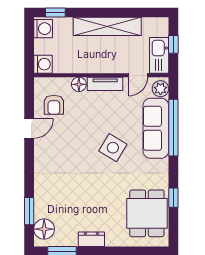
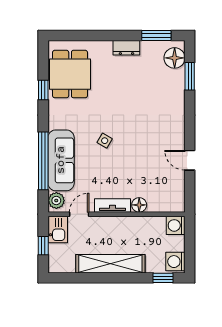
kitchen sink: (159, 55) -> (58, 229), width x0.73
armchair: (54, 105) -> (164, 184), removed
door: (29, 128) -> (190, 160), hinge flipped
side table: (113, 148) -> (105, 141), width x0.54, depth x0.54

